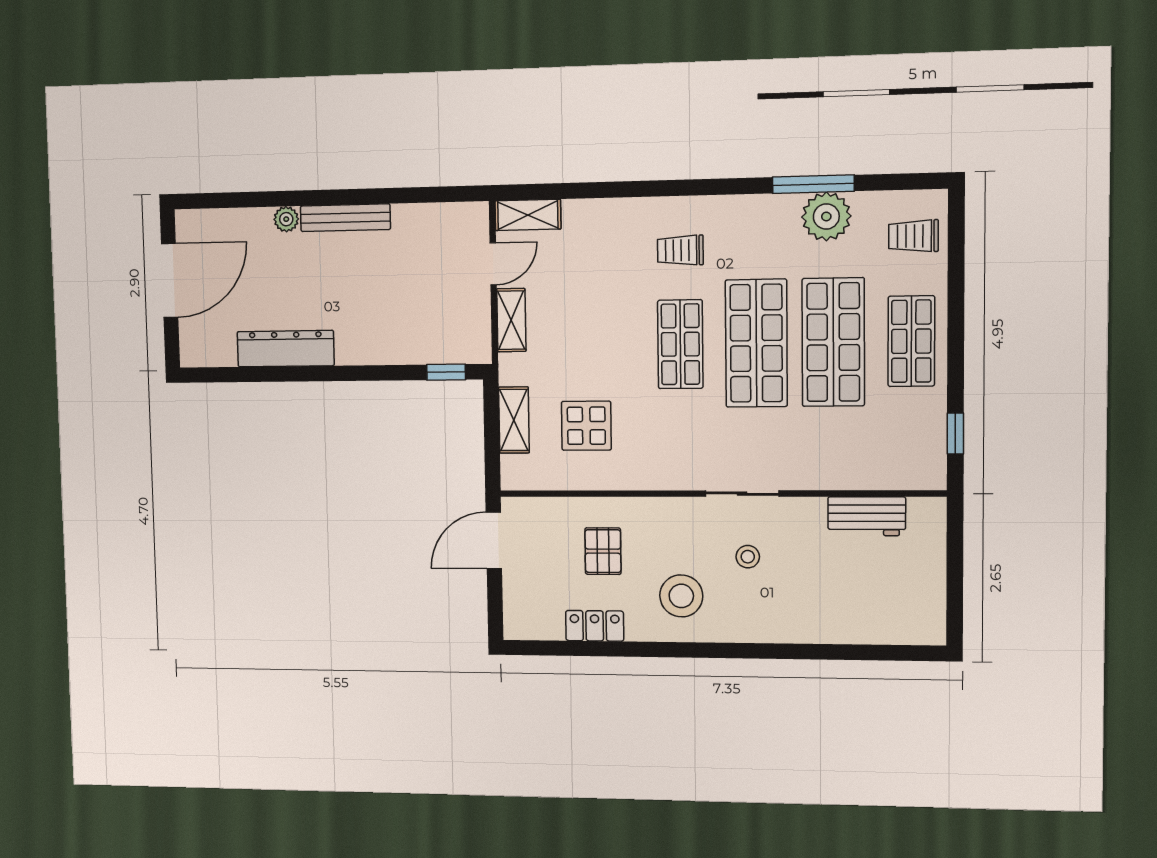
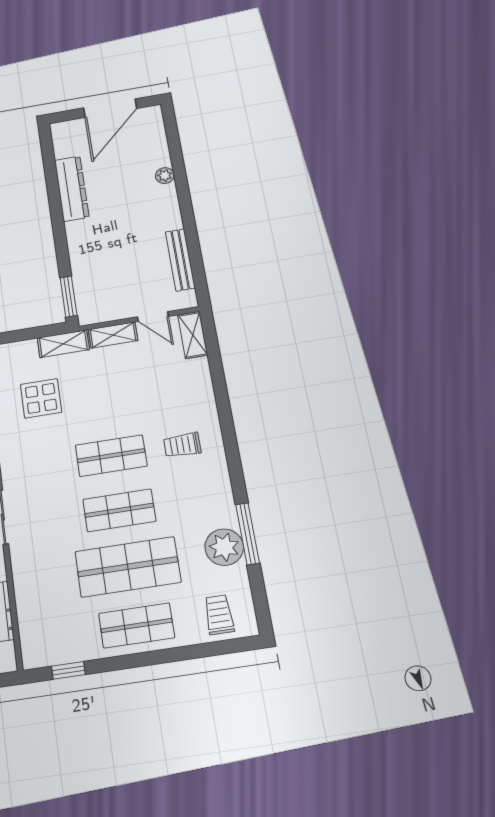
bench: (345, 218) -> (180, 260), moved
trolley: (680, 250) -> (182, 445), turned -90
door: (170, 280) -> (110, 108), hinge flipped
shop shelf: (756, 343) -> (119, 510), width x0.70, depth x0.74
window: (446, 372) -> (69, 297), width x1.50
shelving: (514, 420) -> (63, 344), moved

